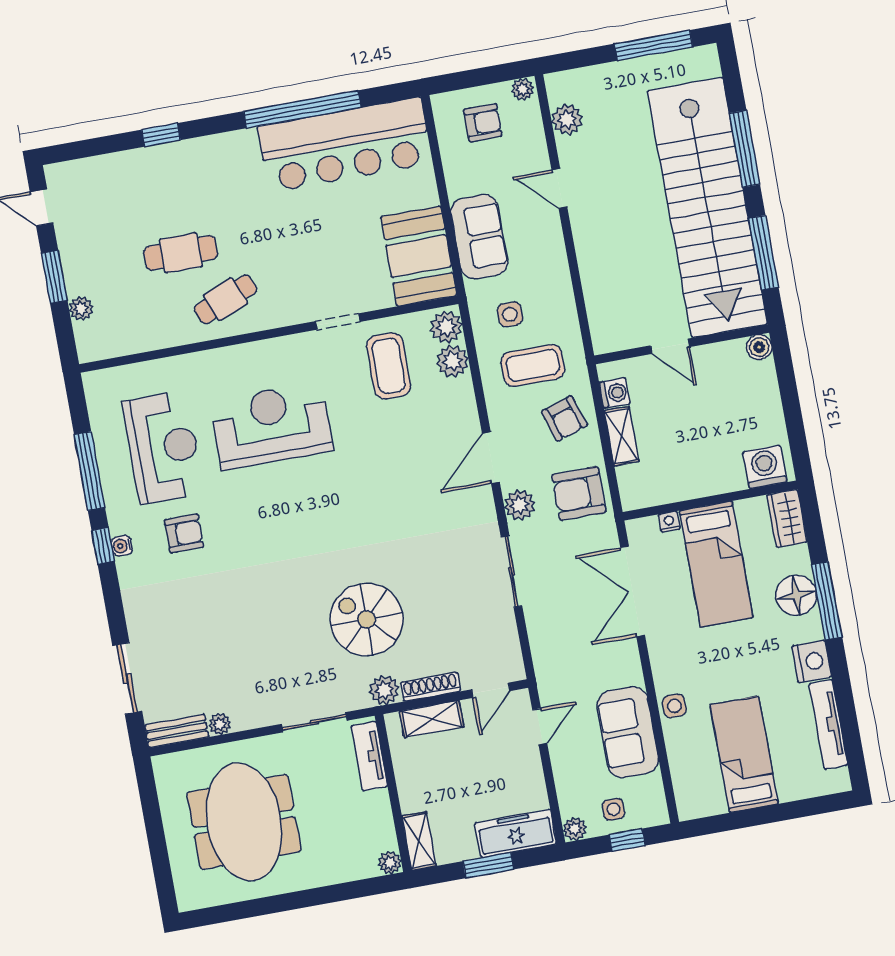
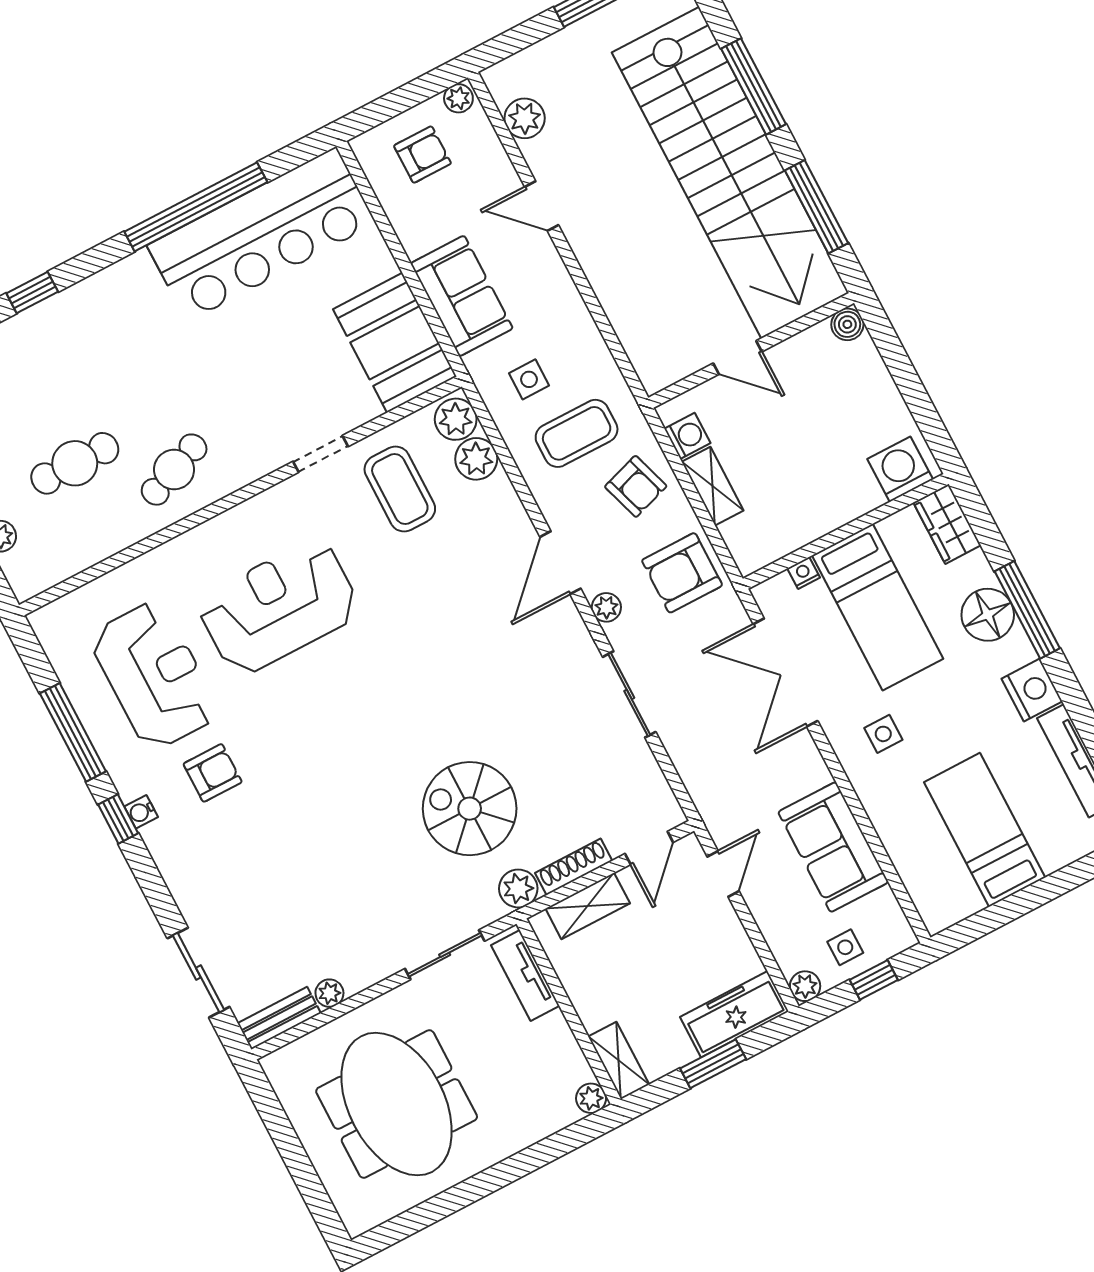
cafe table: (181, 253) -> (75, 463), moved
plant: (520, 505) -> (606, 607), width x0.73, depth x0.73
side table: (674, 706) -> (883, 734), moved

